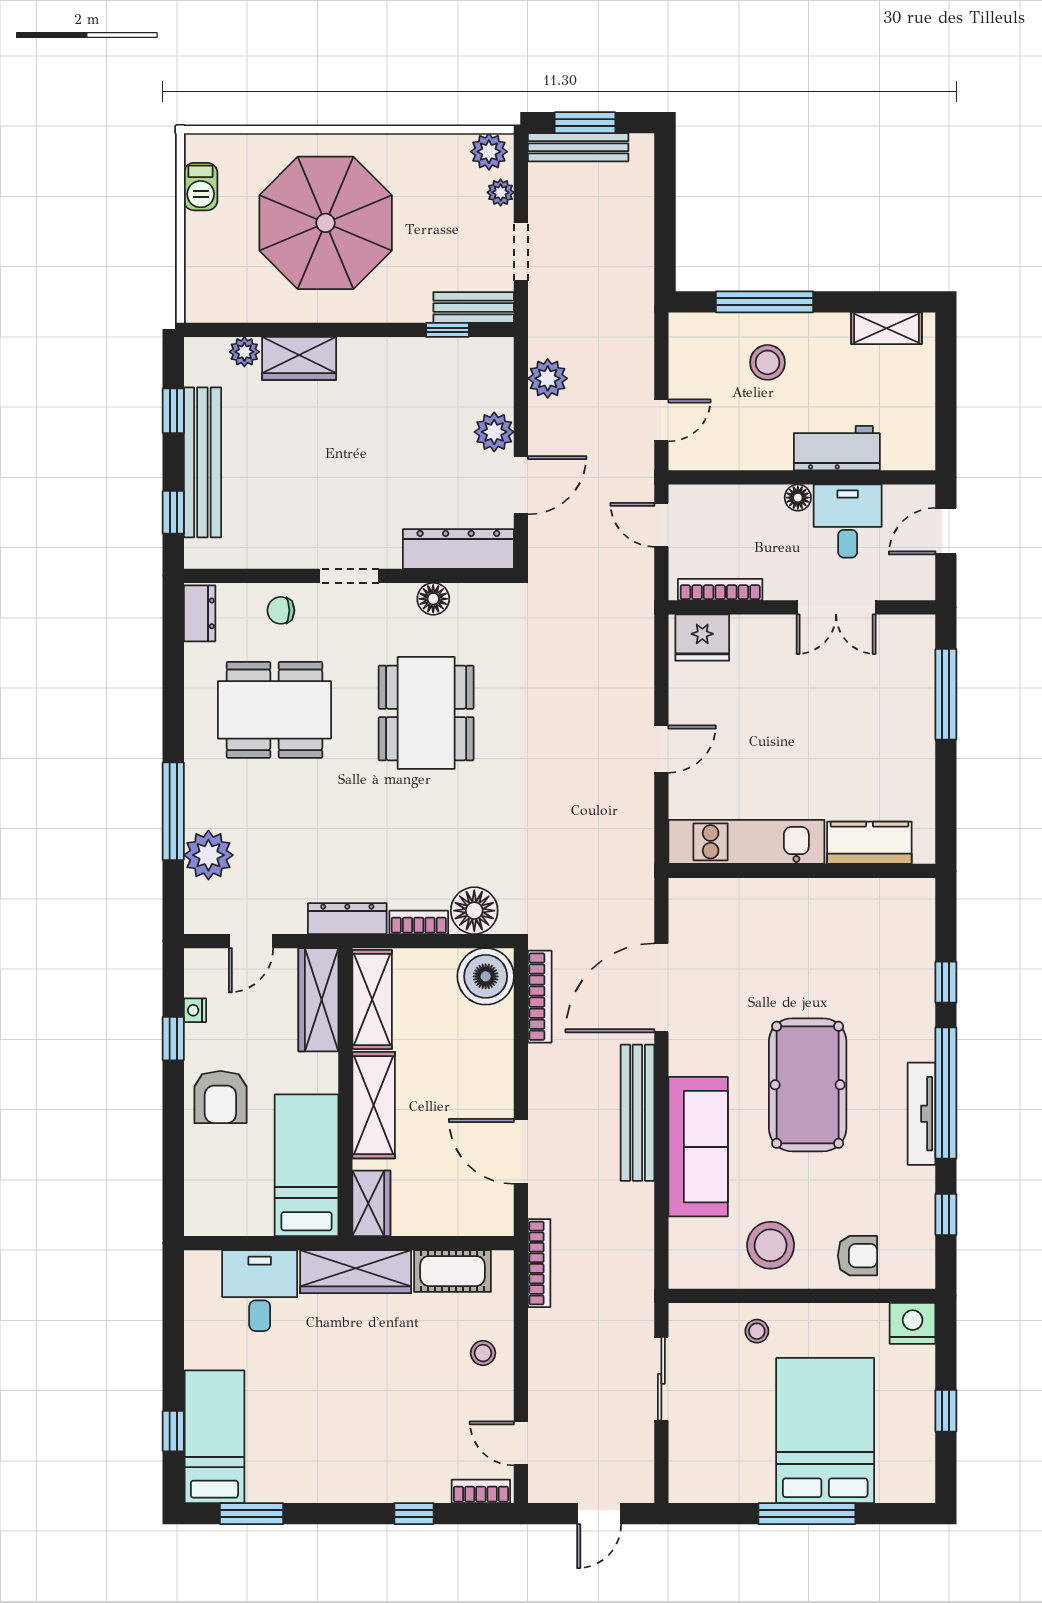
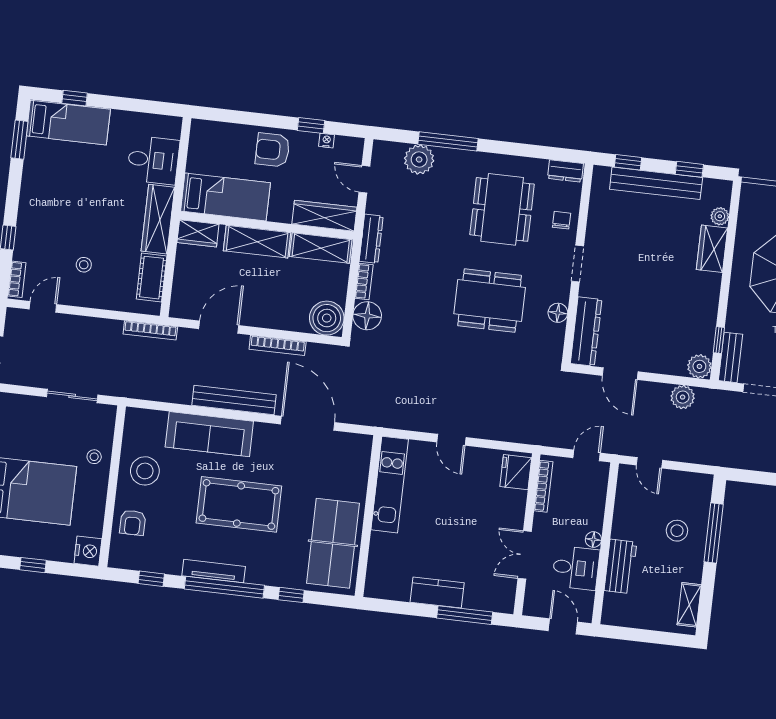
plant: (494, 432) -> (699, 366), moved
kitchen counter: (869, 843) -> (437, 593), moved, turned -90
table tennis table: (853, 924) -> (333, 543), added
bookcase: (540, 997) -> (278, 345), moved
stool: (483, 1353) -> (84, 265), moved

